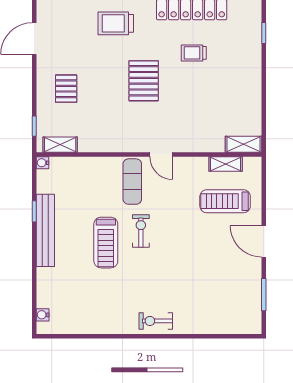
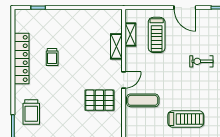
pallet: (144, 81) -> (99, 100), moved
shelving: (243, 144) -> (116, 46), moved
exercise bike: (141, 231) -> (201, 61), moved
door: (264, 241) -> (185, 8), hinge flipped

